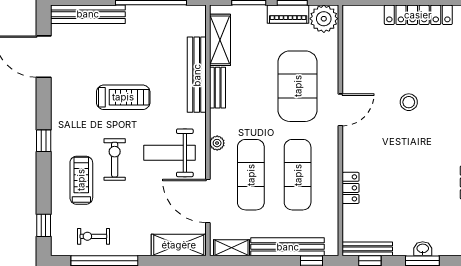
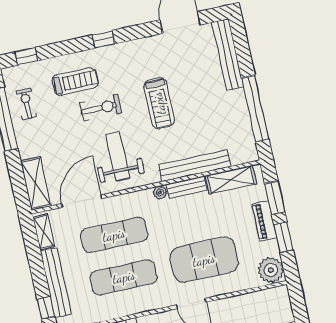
piano: (288, 14) -> (264, 221), moved
plant: (217, 143) -> (160, 192), moved

